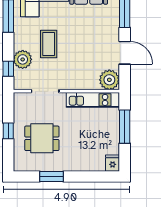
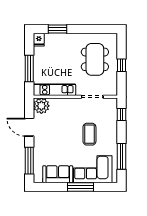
plant: (23, 59) -> (110, 122), removed
dining table: (42, 138) -> (95, 59), width x1.38
window: (51, 177) -> (57, 29), moved

